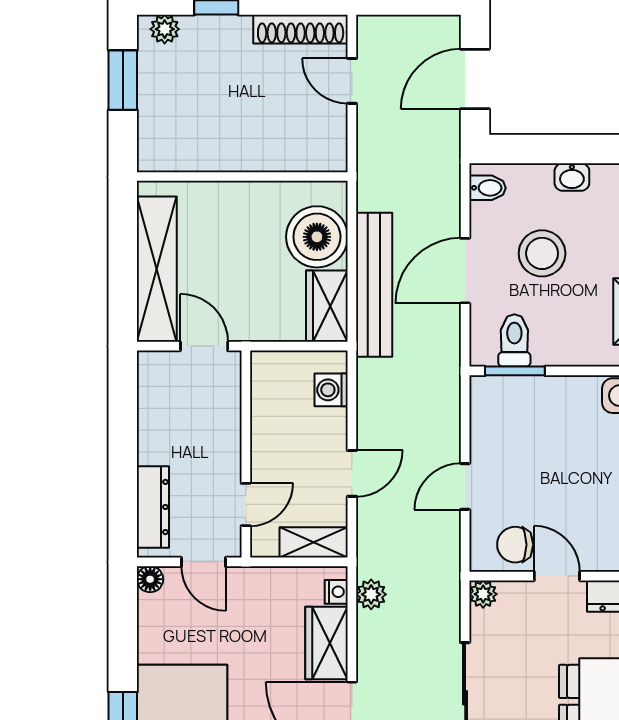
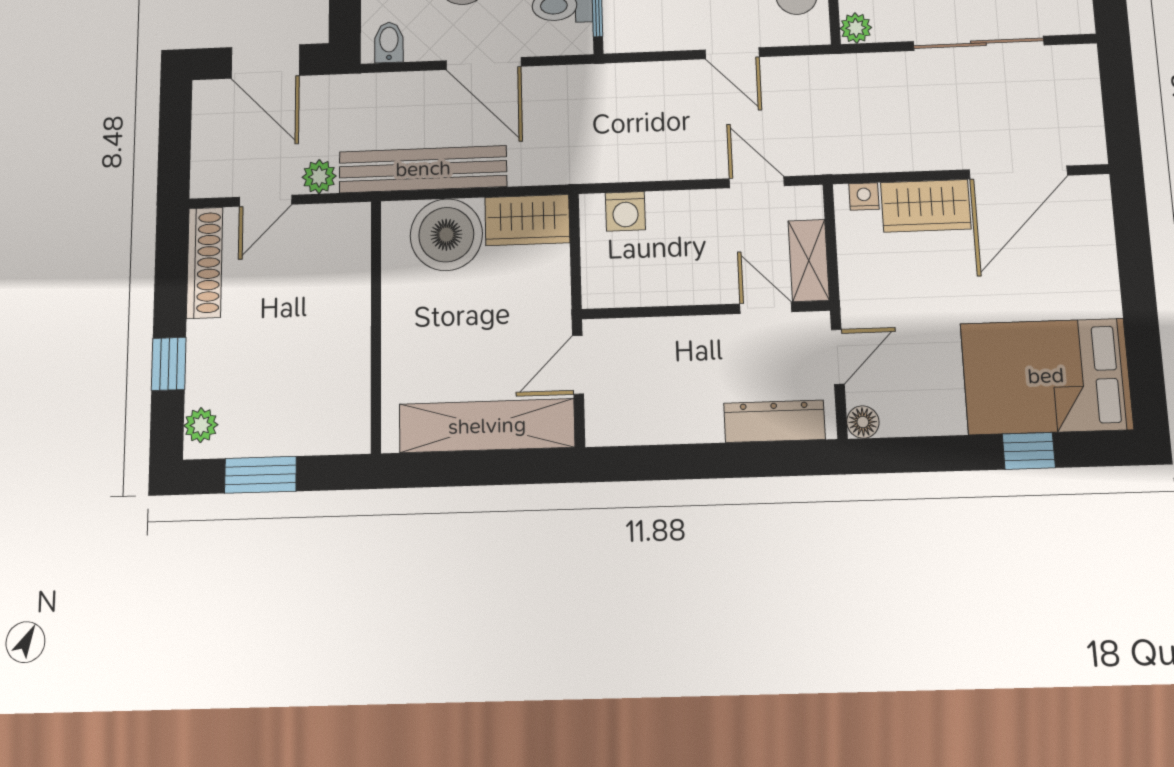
bench: (374, 285) -> (423, 169), moved
door: (352, 473) -> (757, 182), moved
shelving: (314, 542) -> (809, 260), moved
plant: (371, 594) -> (319, 177), moved

